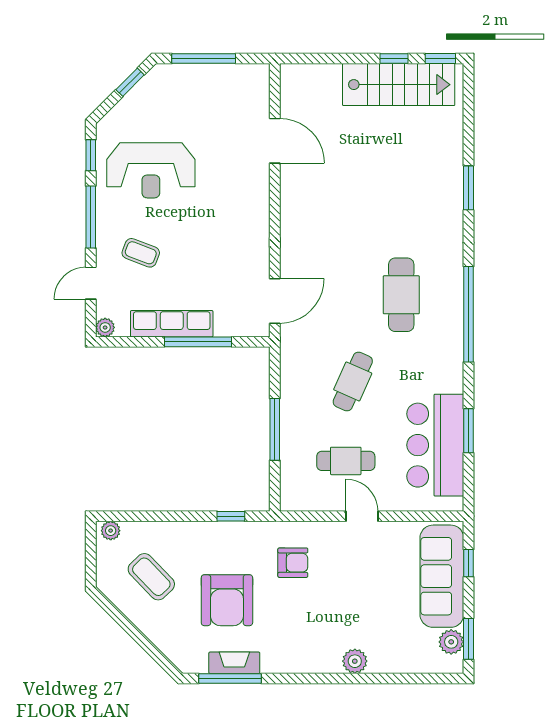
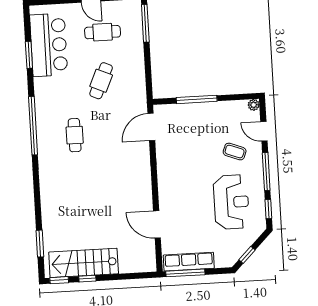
window: (204, 59) -> (185, 273), moved
reception desk: (151, 170) -> (231, 202), turned 90
window: (469, 188) -> (40, 244), moved
door: (91, 283) -> (264, 131), swing flipped
cafe table: (401, 295) -> (75, 135), width x0.73, depth x0.74
row of seats: (172, 324) -> (189, 262), moved, turned 180
window: (275, 429) -> (145, 23), moved

